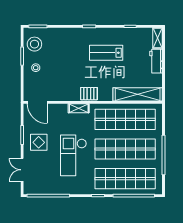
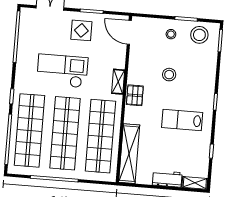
lab bench: (106, 53) -> (182, 120), turned -90
stool: (69, 67) -> (169, 75), added
door: (37, 102) -> (129, 32), hinge flipped

